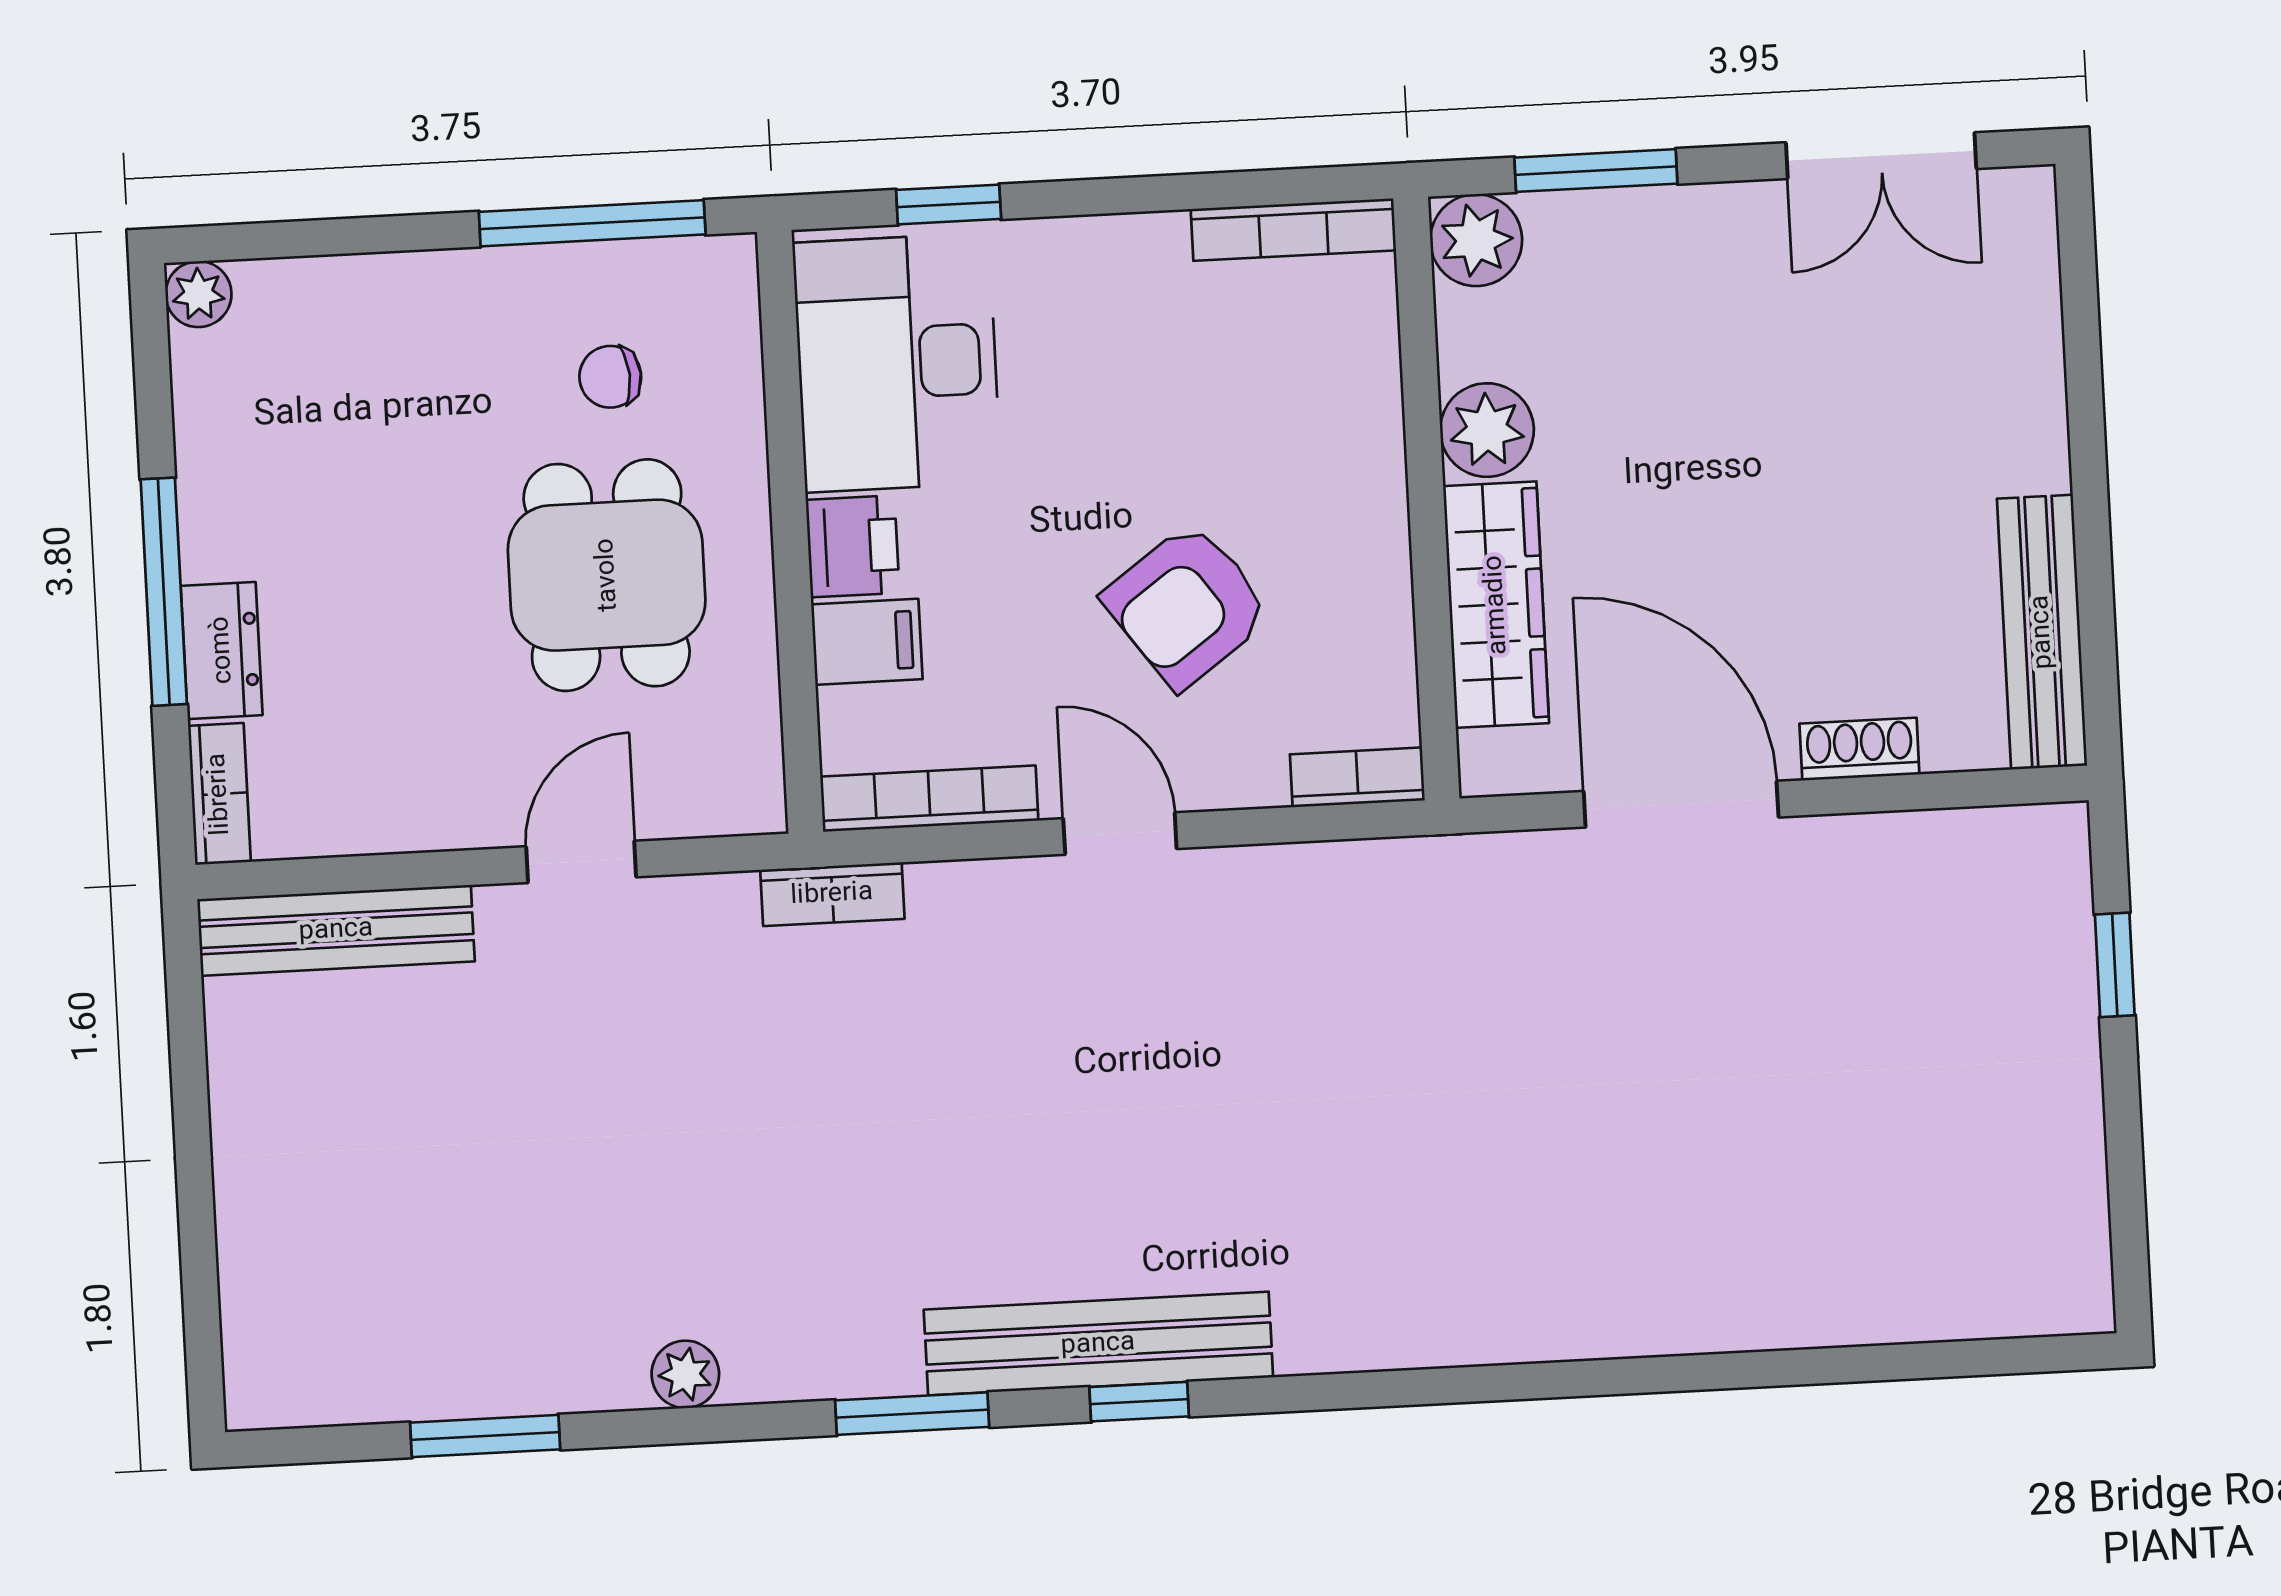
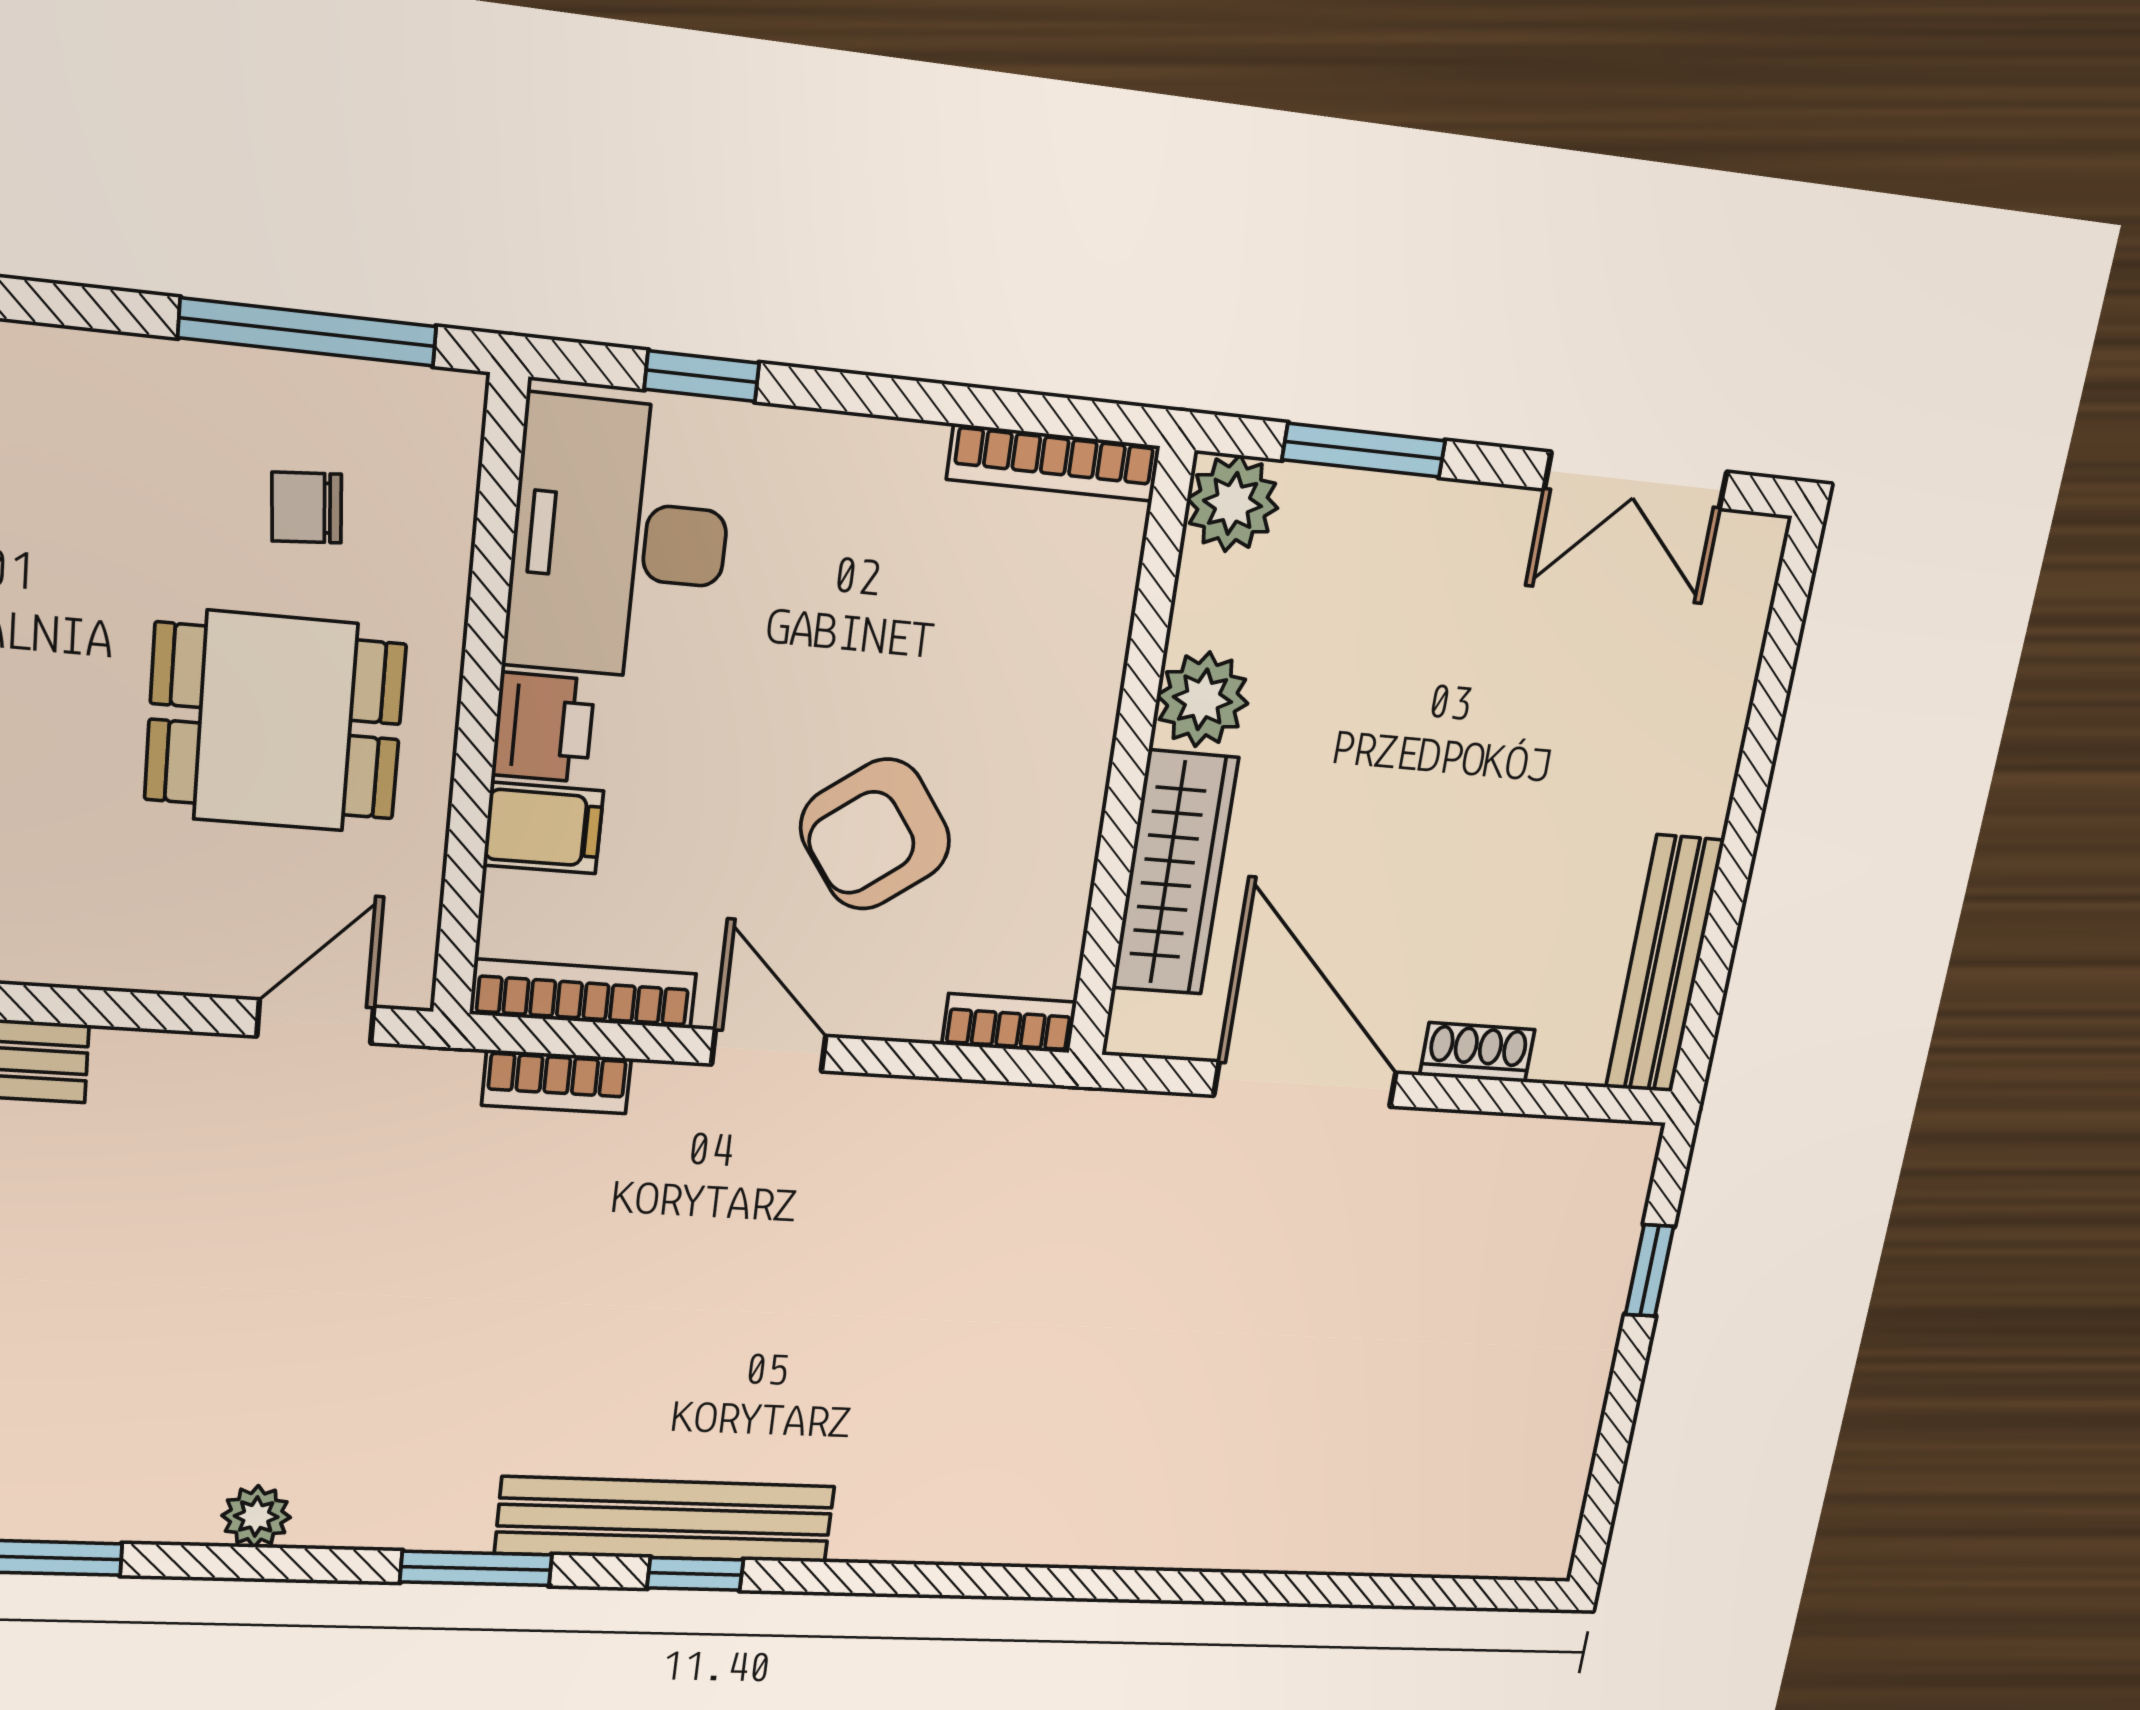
dining table: (607, 575) -> (275, 722), turned 90
door: (581, 862) -> (315, 1022), moved
bookcase: (832, 894) -> (557, 1082), moved

